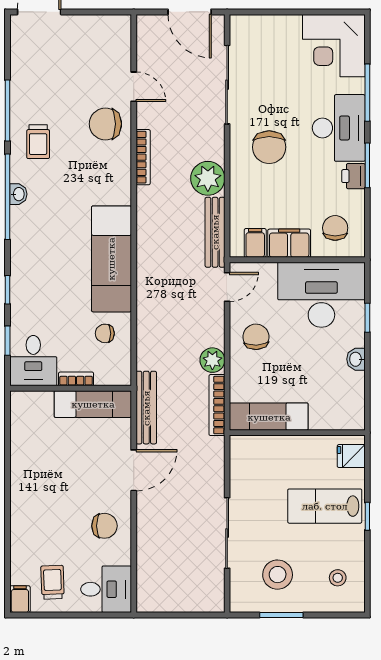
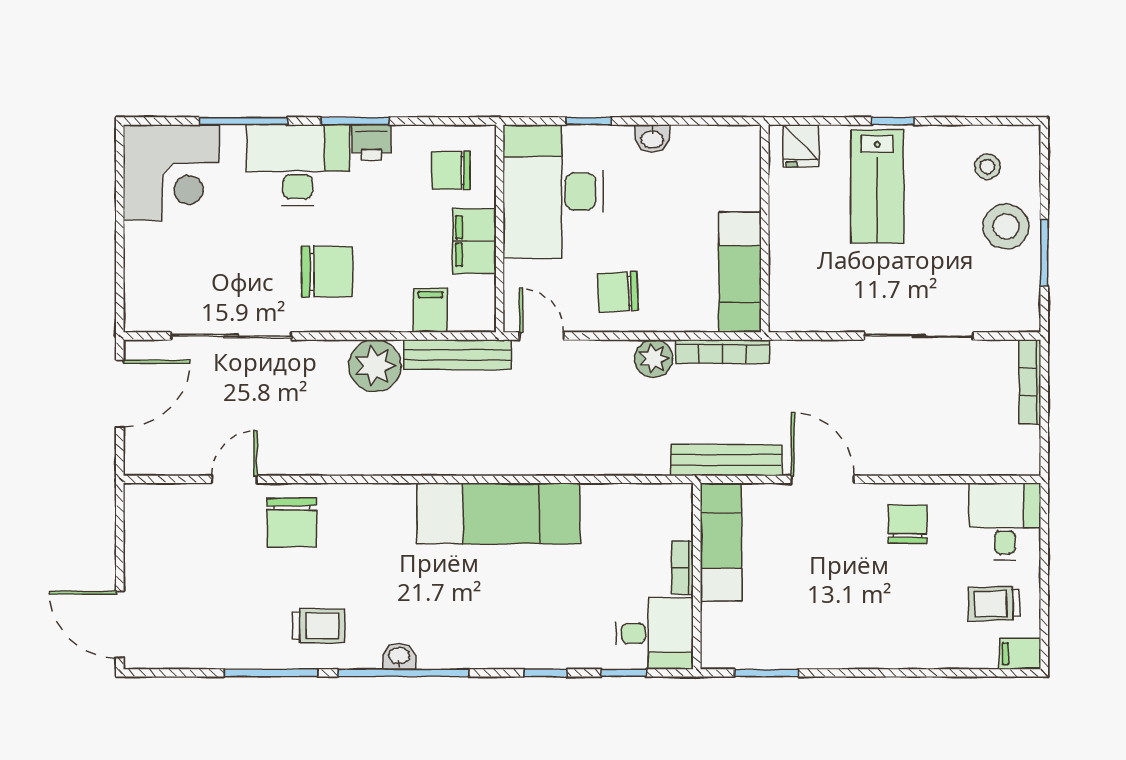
bookcase: (143, 157) -> (1030, 382), moved, turned -90
filing cabinet: (255, 243) -> (430, 310), moved, turned 90
chair: (105, 333) -> (613, 524), removed
window: (7, 434) -> (766, 673), added
stool: (278, 575) -> (1006, 226), moved

